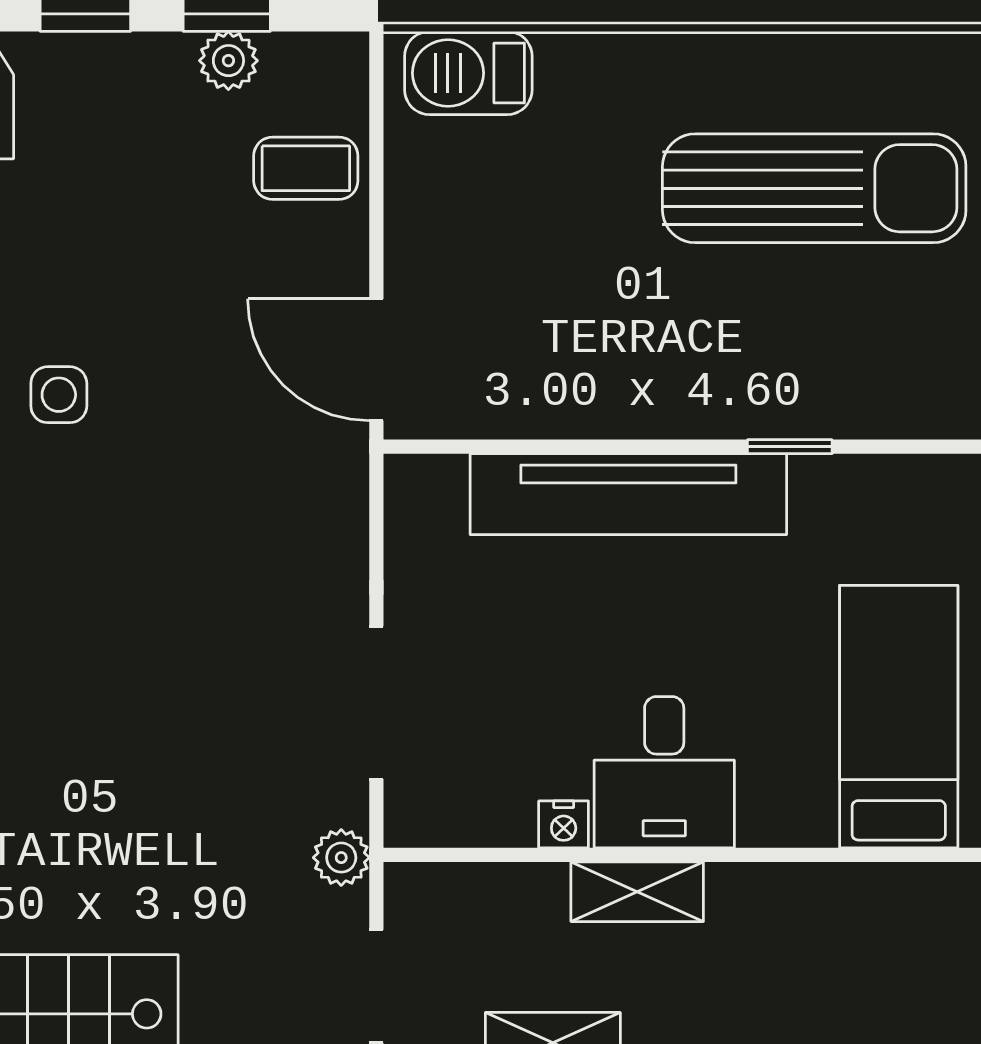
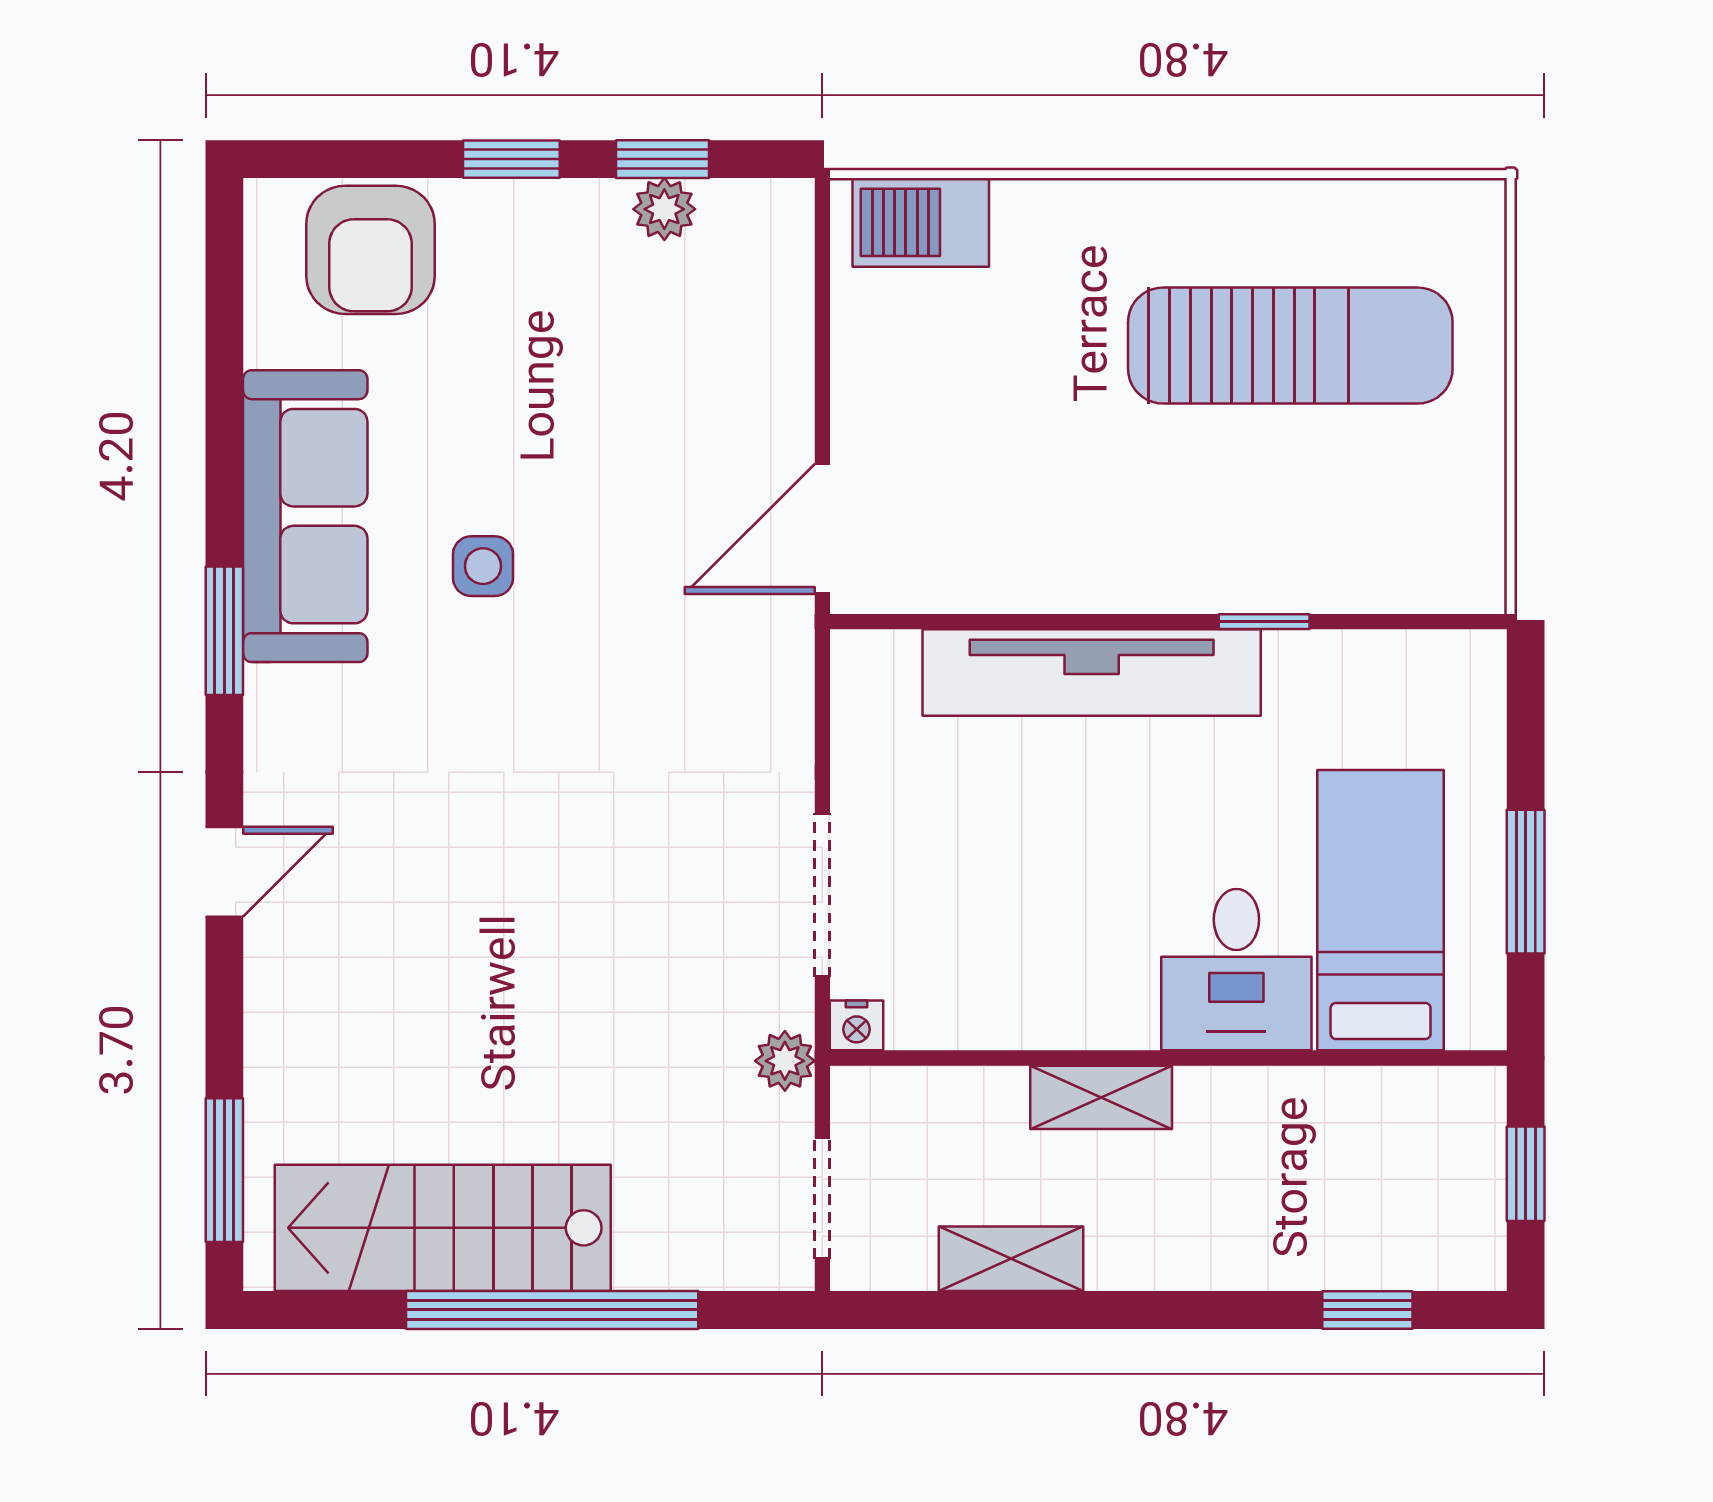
coffee table: (306, 168) -> (747, 324), removed
door: (376, 360) -> (822, 529), hinge flipped
desk: (664, 772) -> (1236, 970), moved
nightstand: (564, 824) -> (856, 1025), moved

